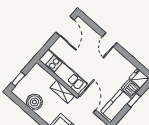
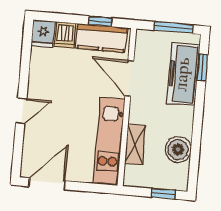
shelving: (62, 92) -> (135, 144), moved
window: (134, 100) -> (100, 21), moved
door: (86, 104) -> (129, 78), hinge flipped

